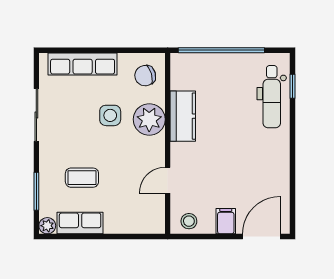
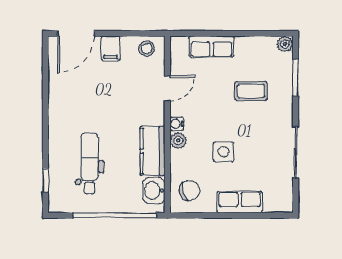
row of seats: (83, 64) -> (240, 202), width x0.68
washbasin: (182, 76) -> (154, 190), added
dental chair: (272, 97) -> (90, 164), moved
plant: (149, 119) -> (178, 141), width x0.53, depth x0.53
water cooler: (158, 144) -> (177, 124), added
row of seats: (80, 223) -> (211, 47), moved

